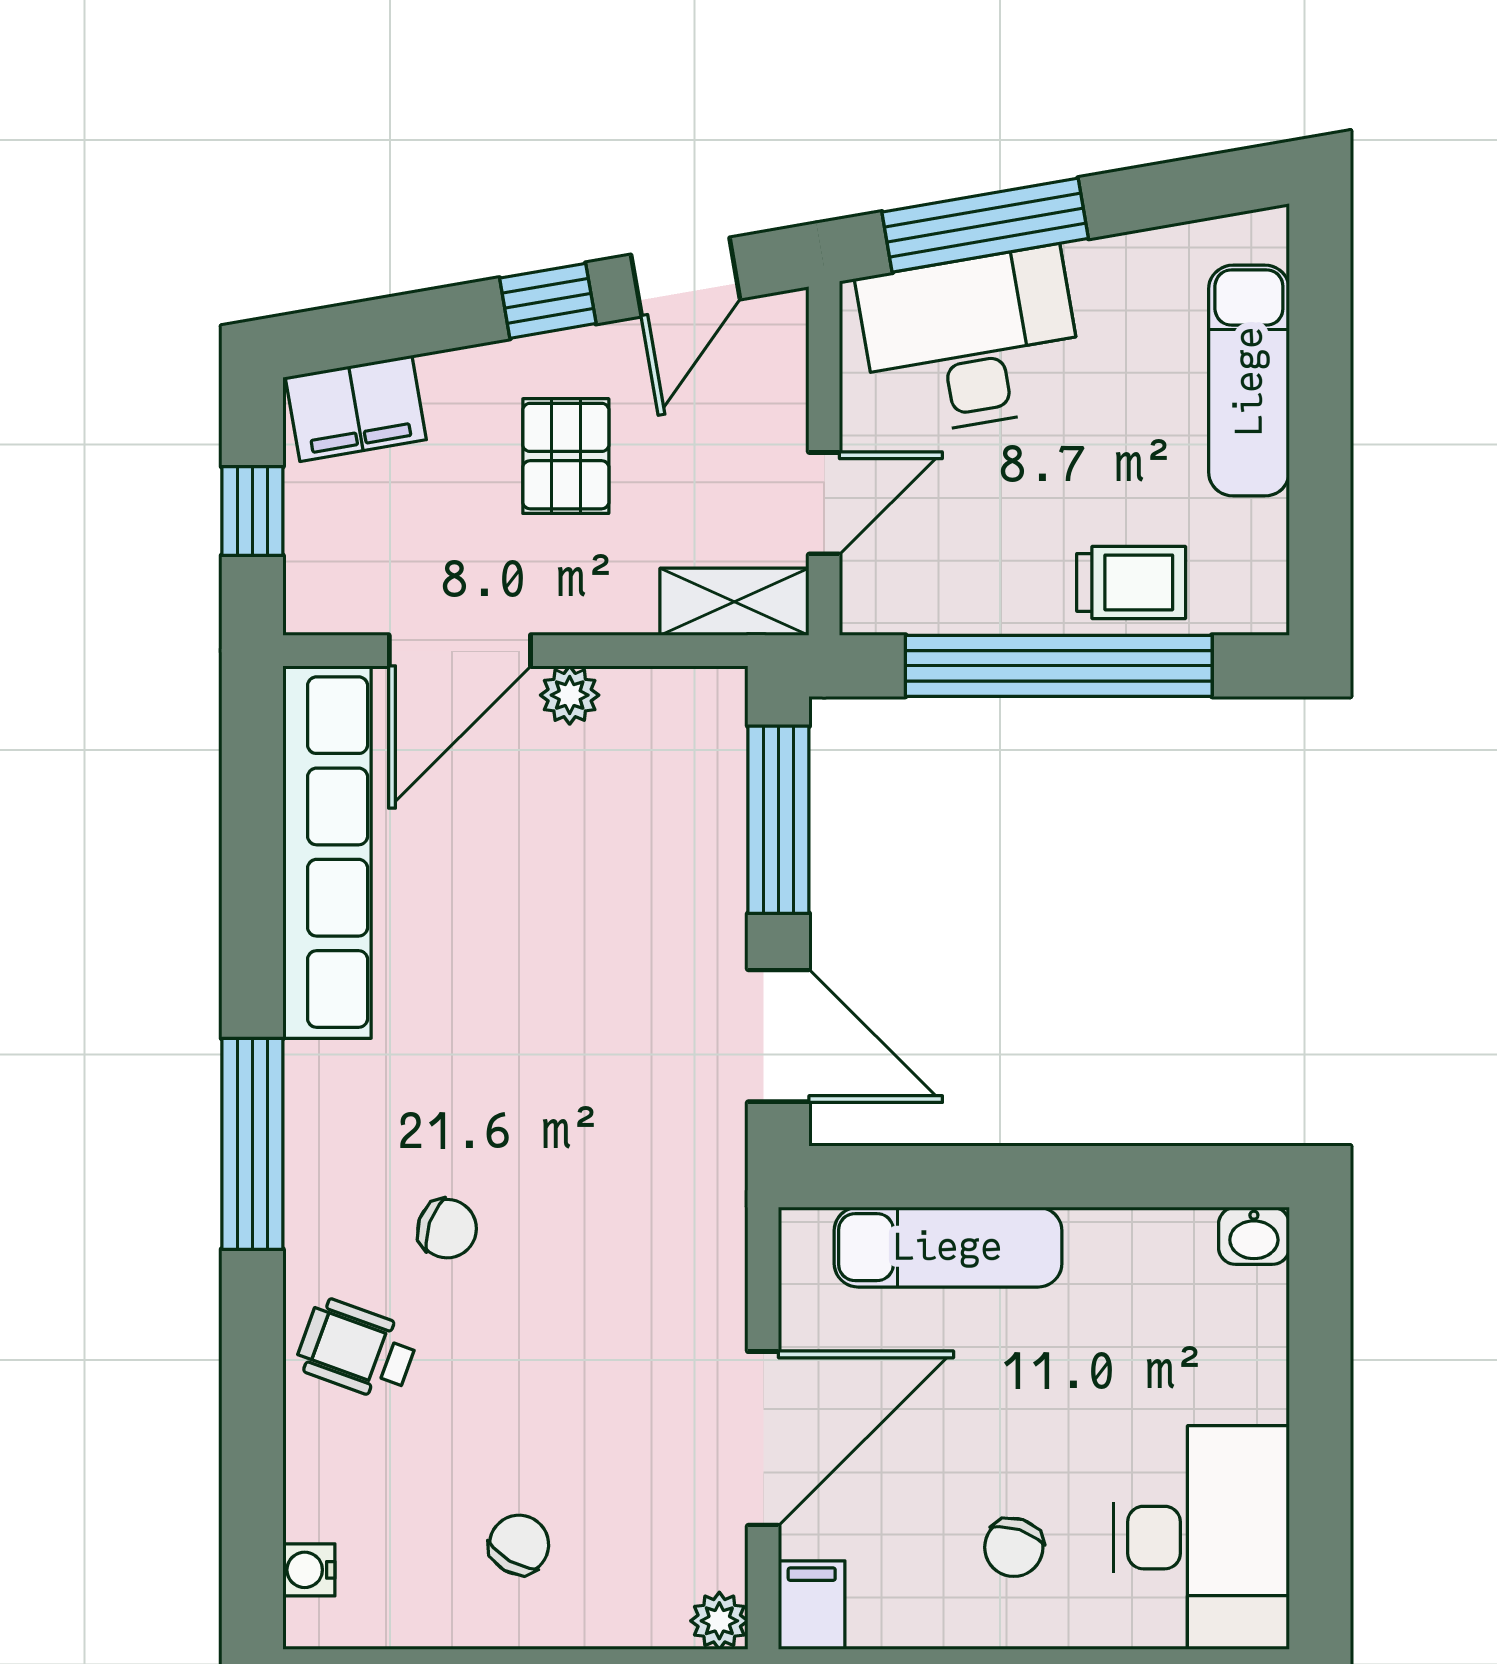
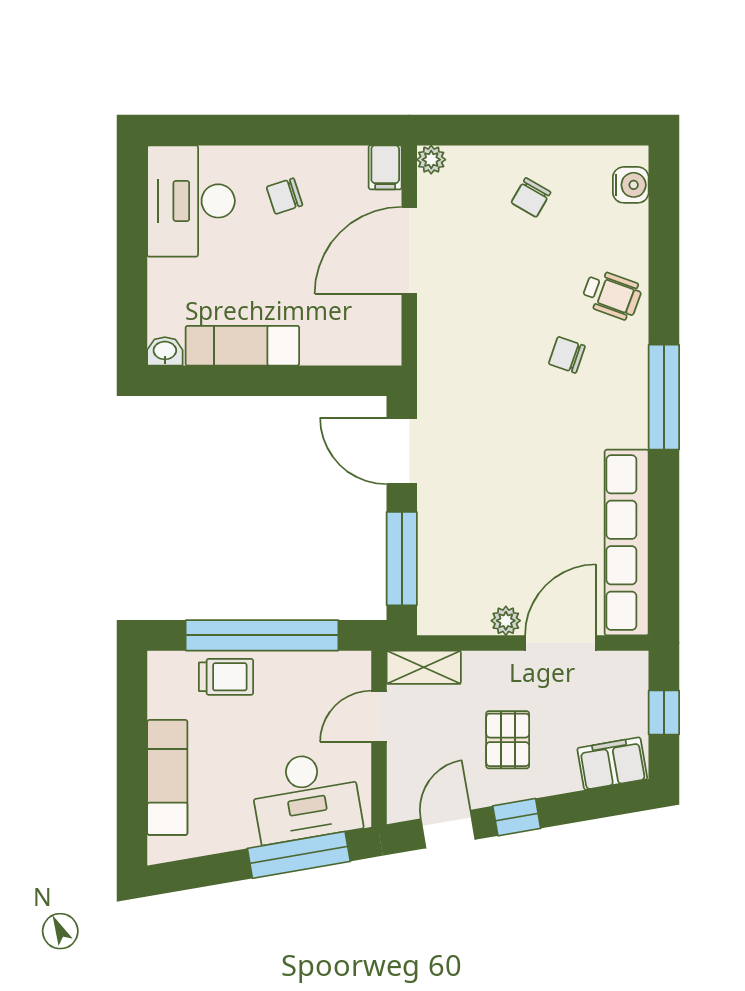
trolley: (1131, 582) -> (226, 677), turned 180
exam couch: (948, 1247) -> (242, 346), moved
chair: (1014, 1547) -> (285, 196), turned -126
water cooler: (309, 1570) -> (631, 185), width x1.38, depth x1.38

